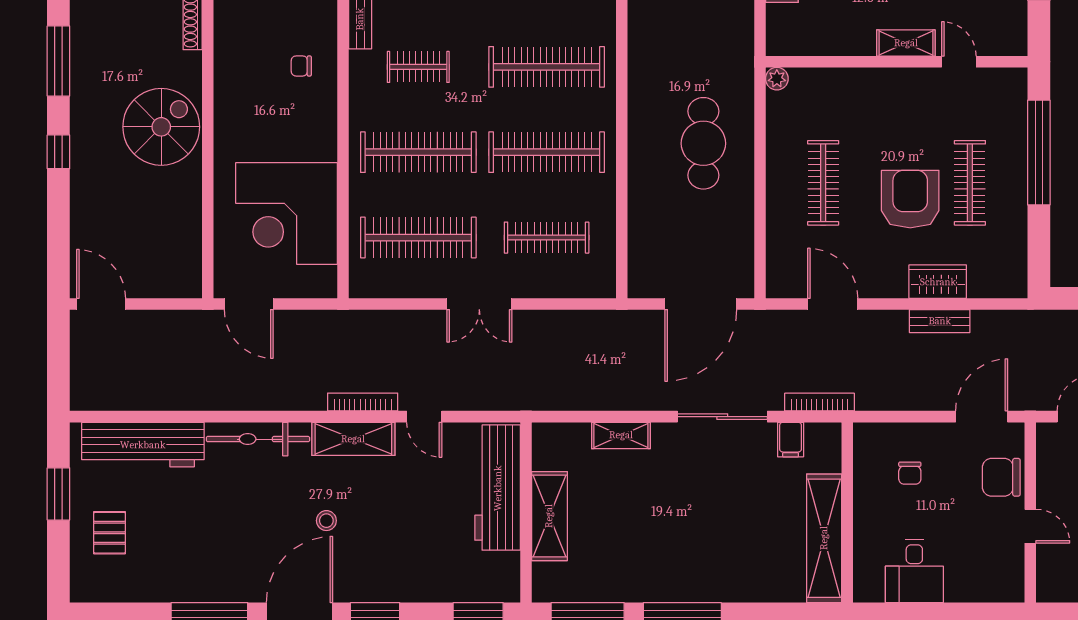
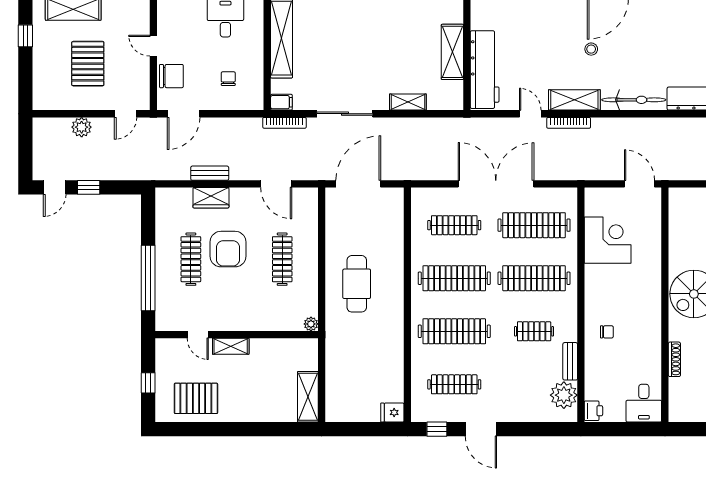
corner desk: (286, 214) -> (608, 240), width x0.74, depth x0.74
double door: (479, 304) -> (496, 184), width x1.87
filing cabinet: (791, 440) -> (281, 102), moved, turned 90

